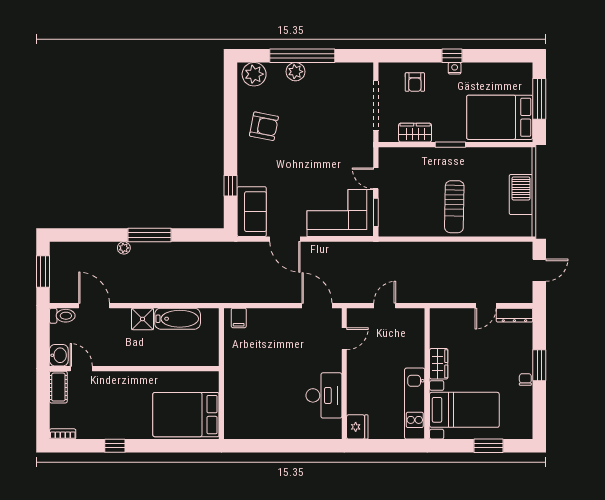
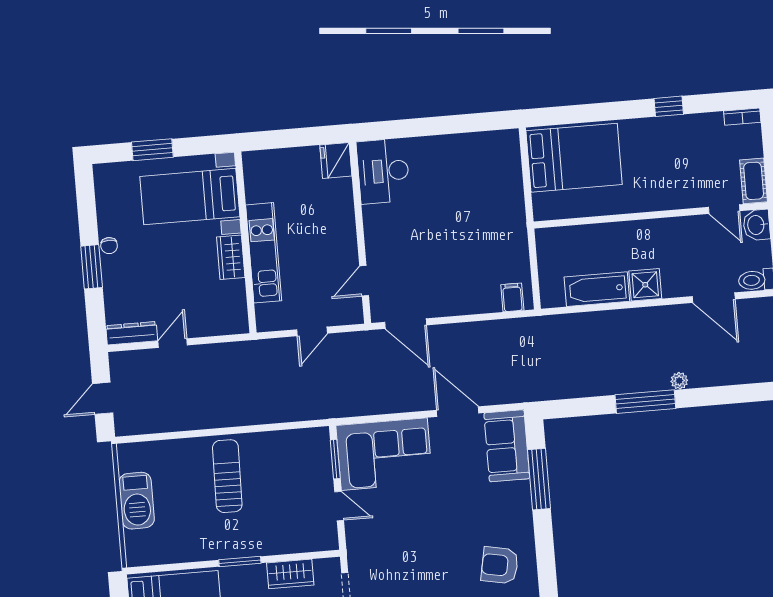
window: (231, 186) -> (539, 479), width x2.17
desk: (324, 395) -> (383, 171), moved
kitchen unit: (415, 404) -> (264, 253), moved

